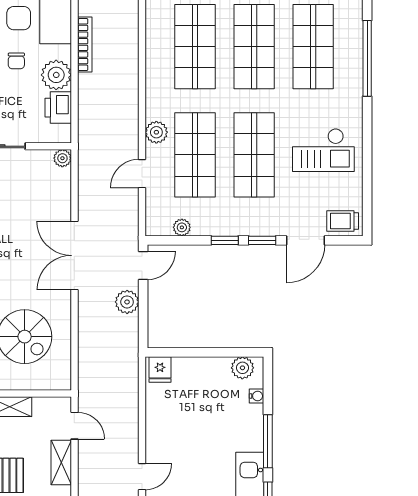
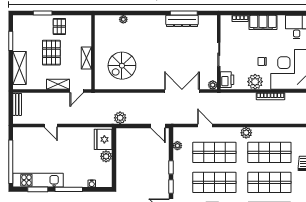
printer: (58, 108) -> (227, 80), moved, turned 90
plant: (156, 132) -> (246, 133), moved
double door: (74, 256) -> (182, 91), moved
plant: (127, 302) -> (120, 118), moved
plant: (242, 368) -> (106, 156), moved
fridge: (160, 369) -> (103, 139), width x1.88, depth x1.34

